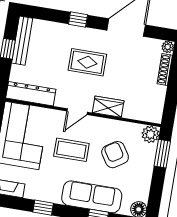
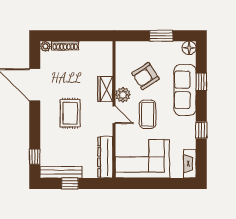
window: (78, 20) -> (35, 157), moved
plant: (150, 134) -> (123, 95), moved
window: (162, 154) -> (161, 36), moved

